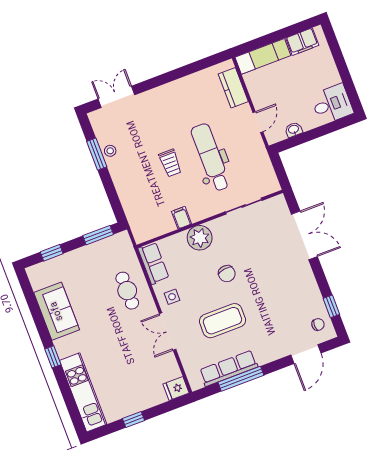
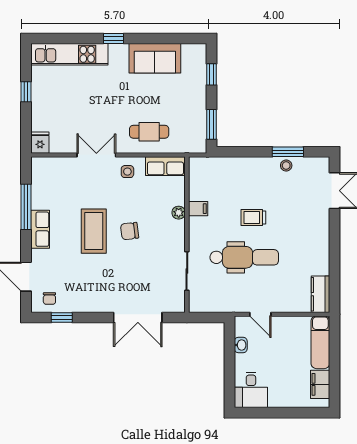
kitchen counter: (233, 88) -> (320, 294), moved, turned -90
plant: (200, 238) -> (179, 213), width x0.53, depth x0.53
coffee table: (222, 321) -> (94, 231), moved
row of seats: (229, 368) -> (40, 229), moved, width x0.68

